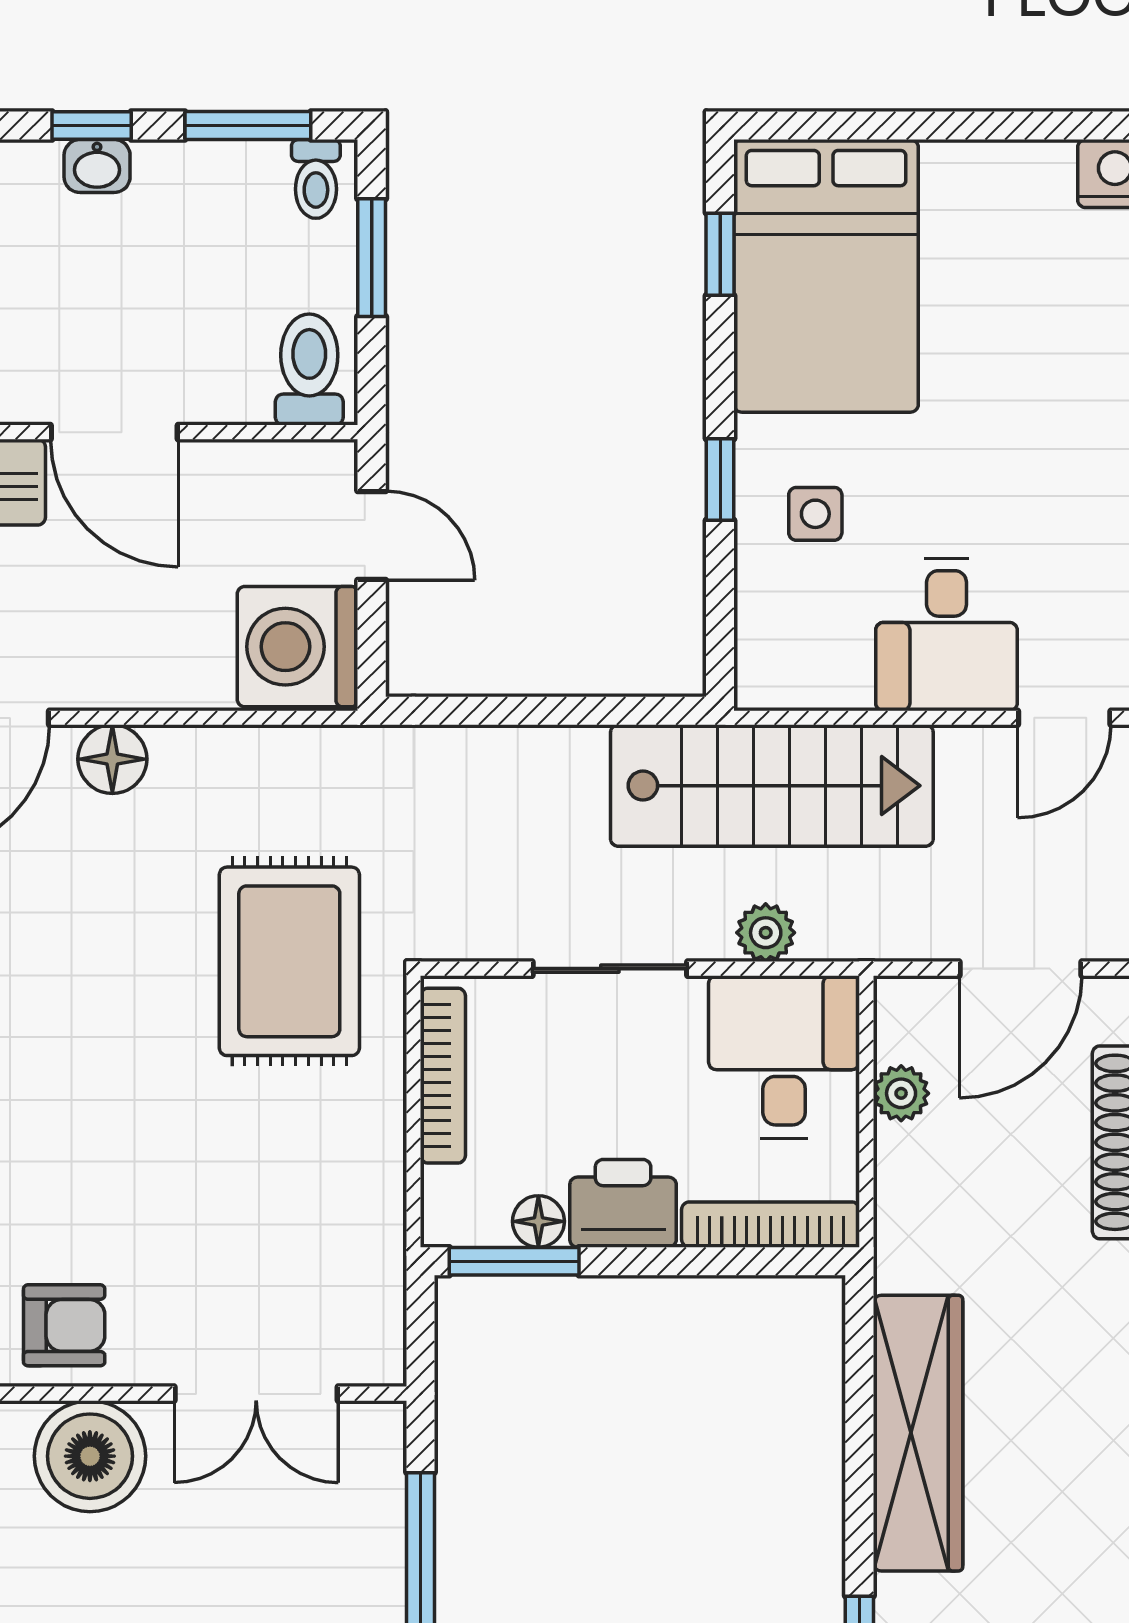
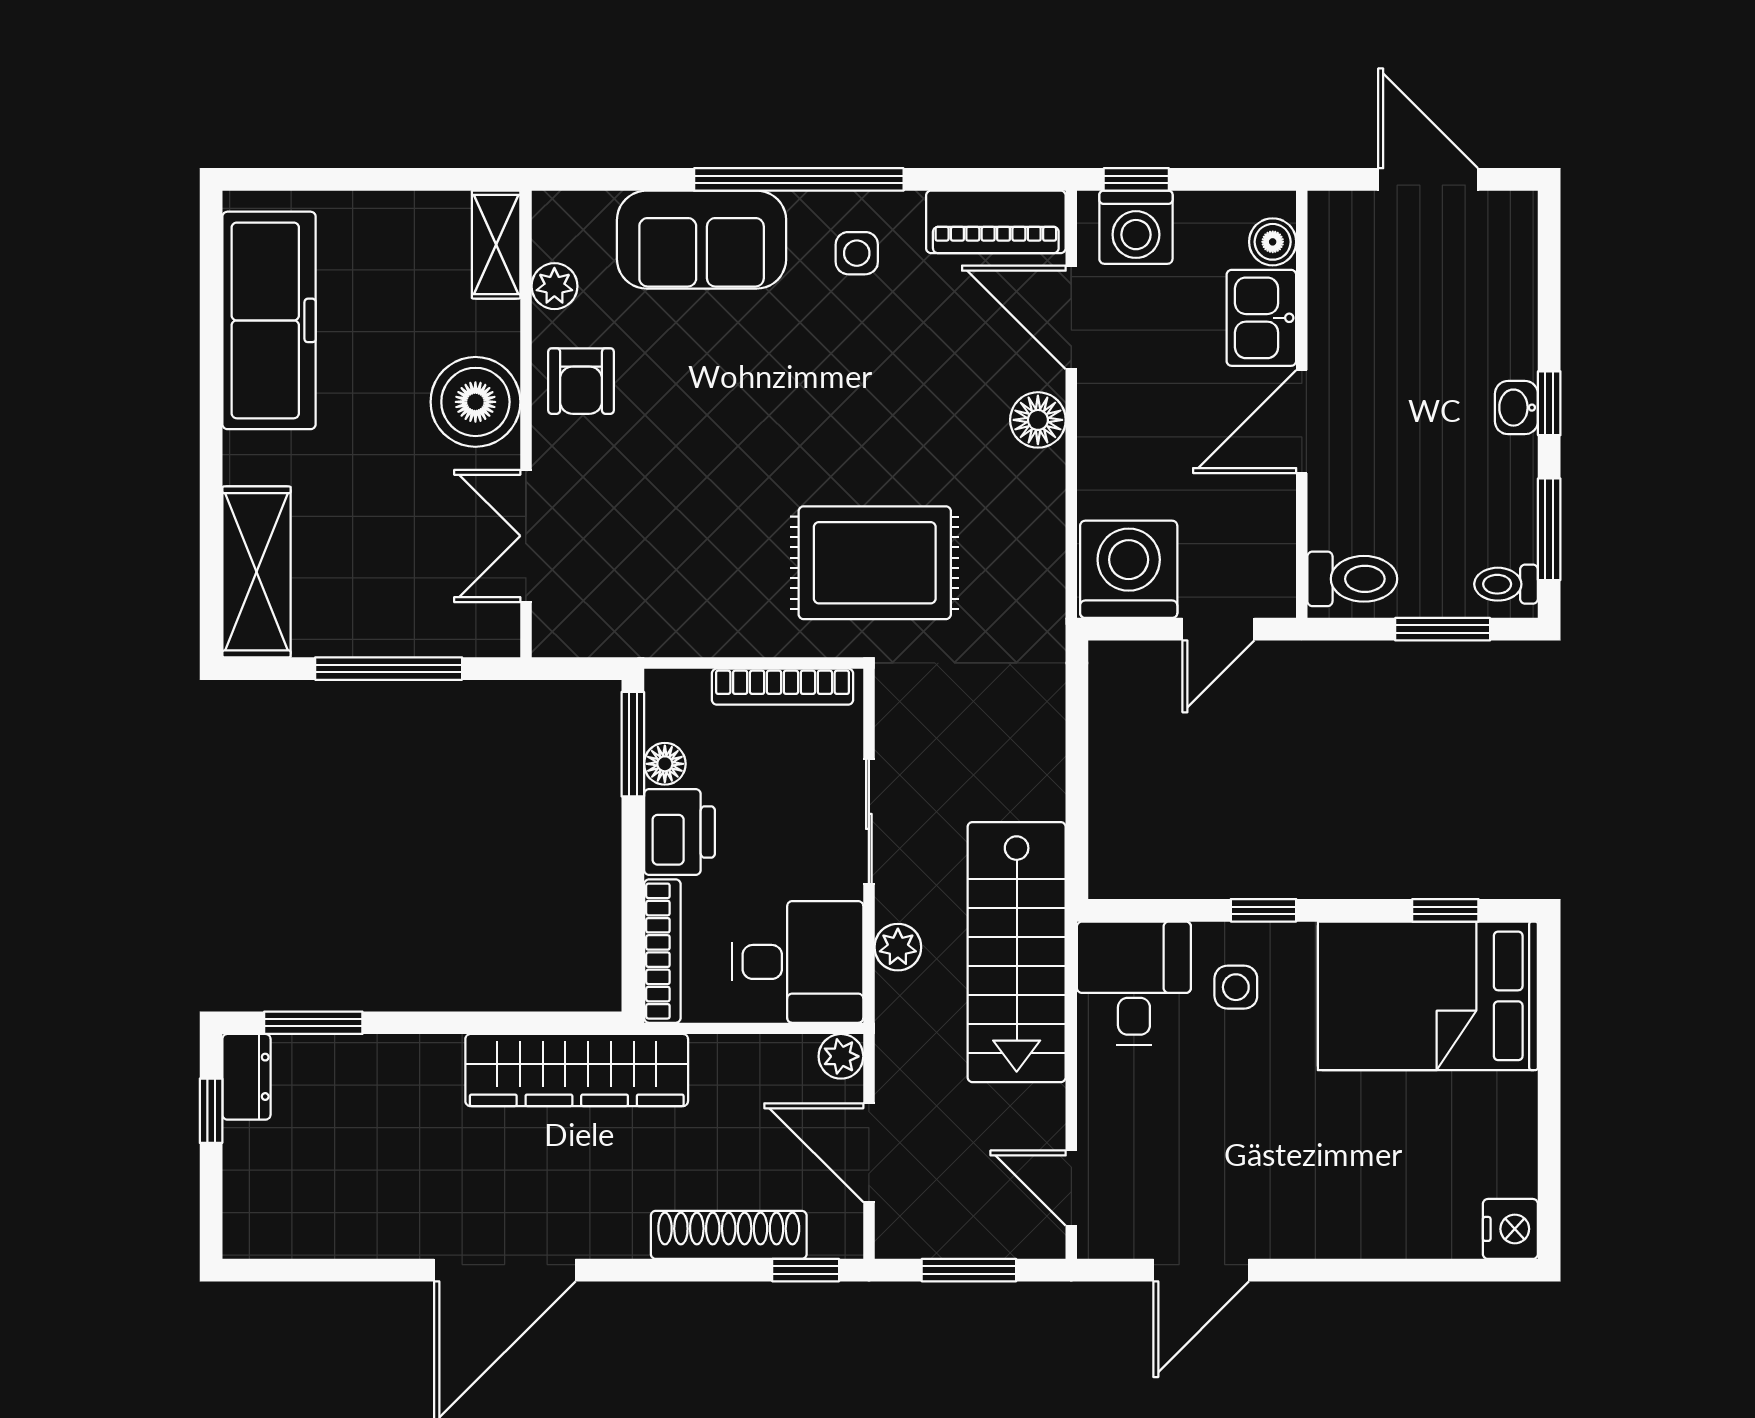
desk: (947, 635) -> (1134, 983), moved, turned 90
plant: (901, 1093) -> (841, 1056), moved
wardrobe: (918, 1433) -> (577, 1070), moved

